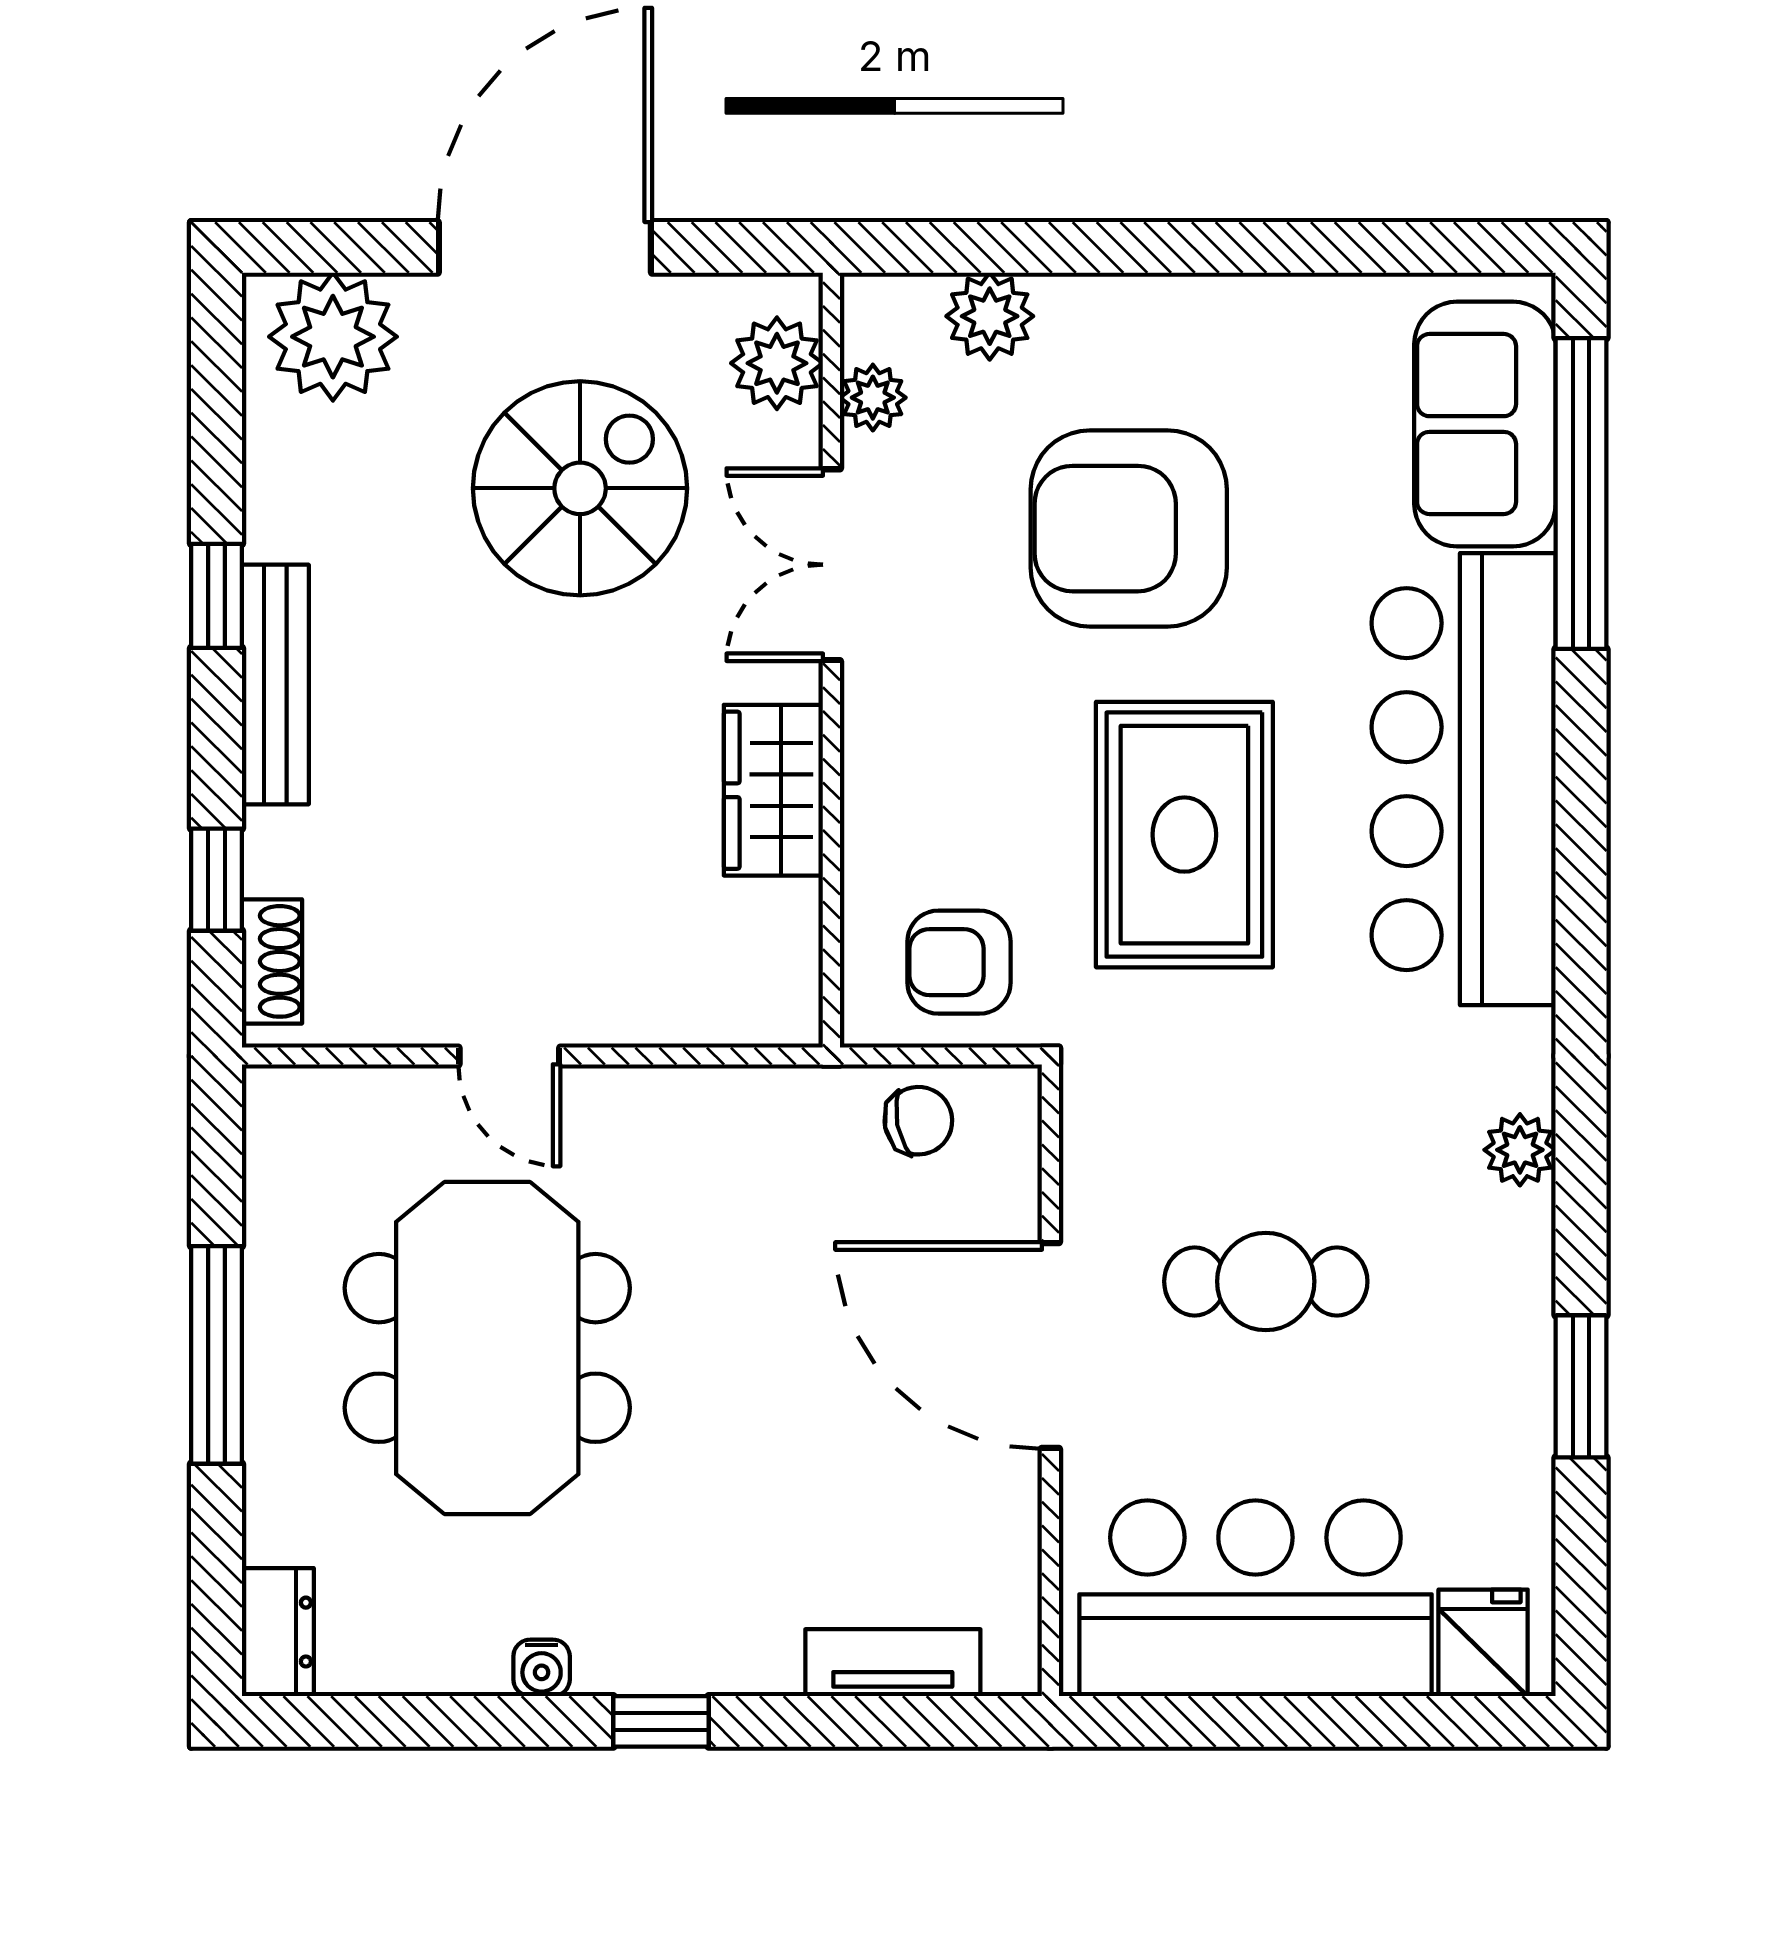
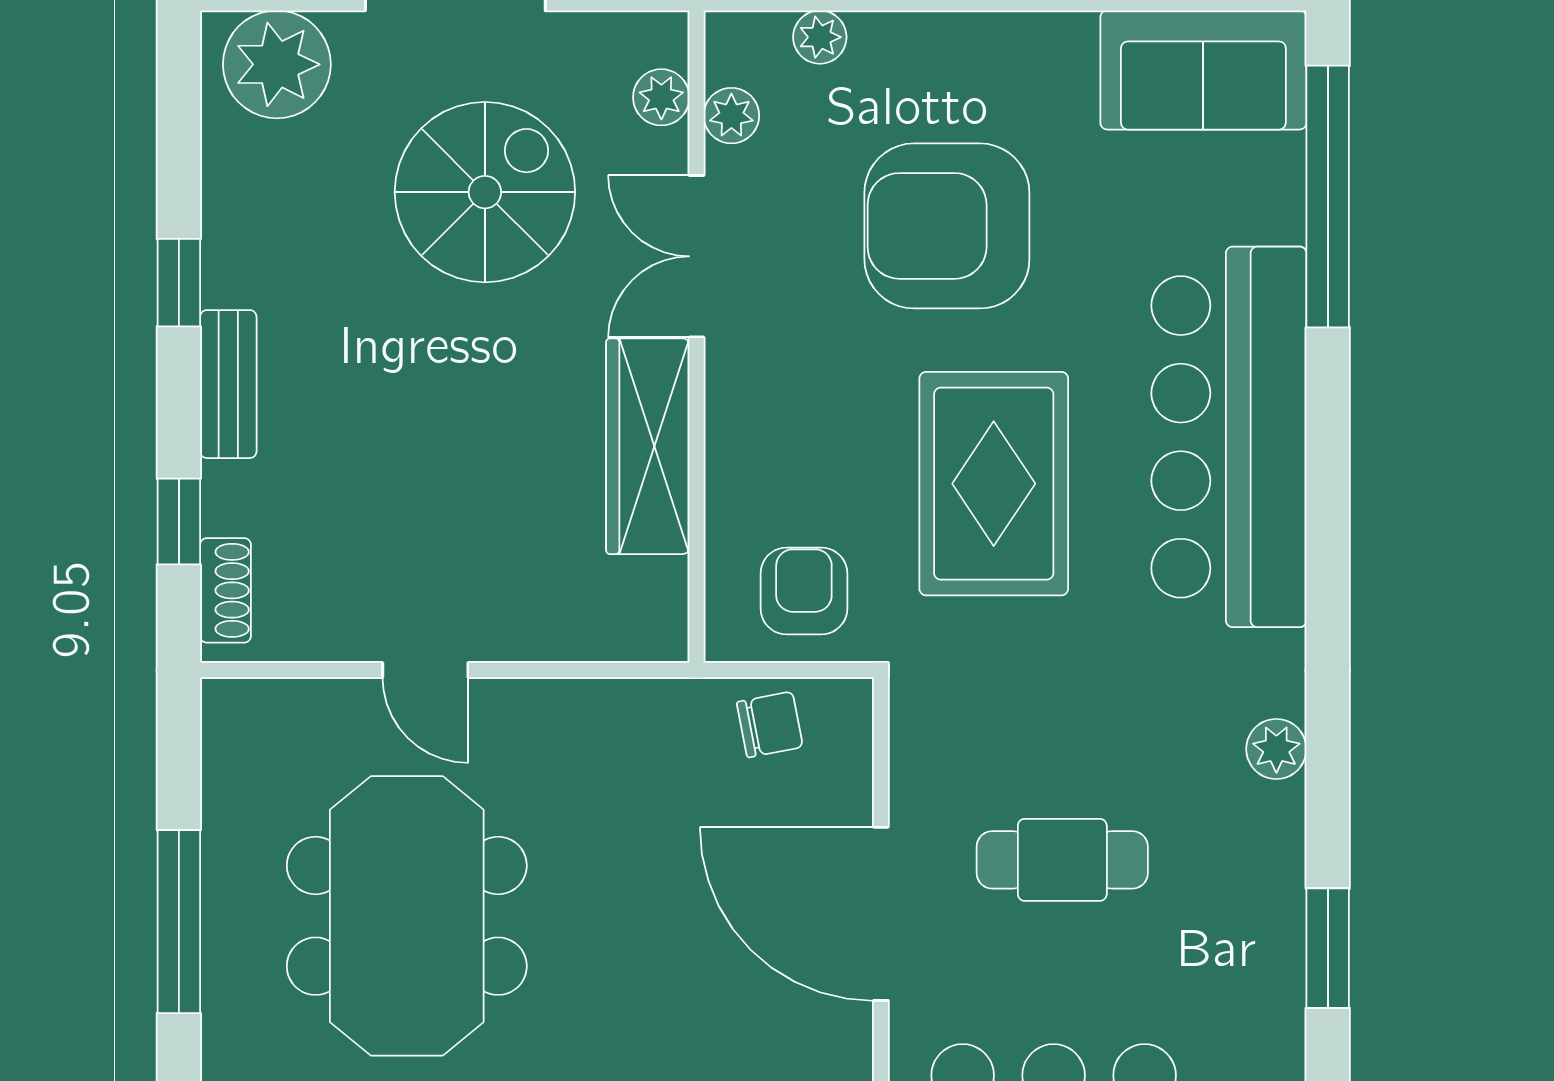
plant: (990, 316) -> (820, 37), width x0.73, depth x0.73
plant: (777, 363) -> (661, 97), width x0.73, depth x0.73
sofa: (1485, 424) -> (1203, 70), moved, turned -90
bench: (275, 684) -> (228, 384), width x0.73
wardrobe: (773, 790) -> (648, 446), width x1.50
armchair: (959, 962) -> (804, 591), turned 90

